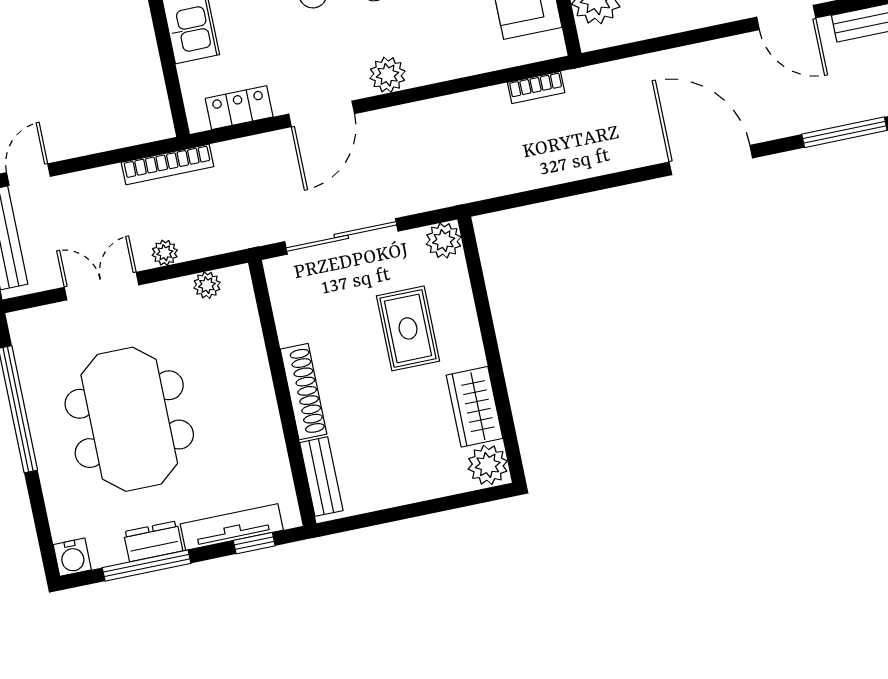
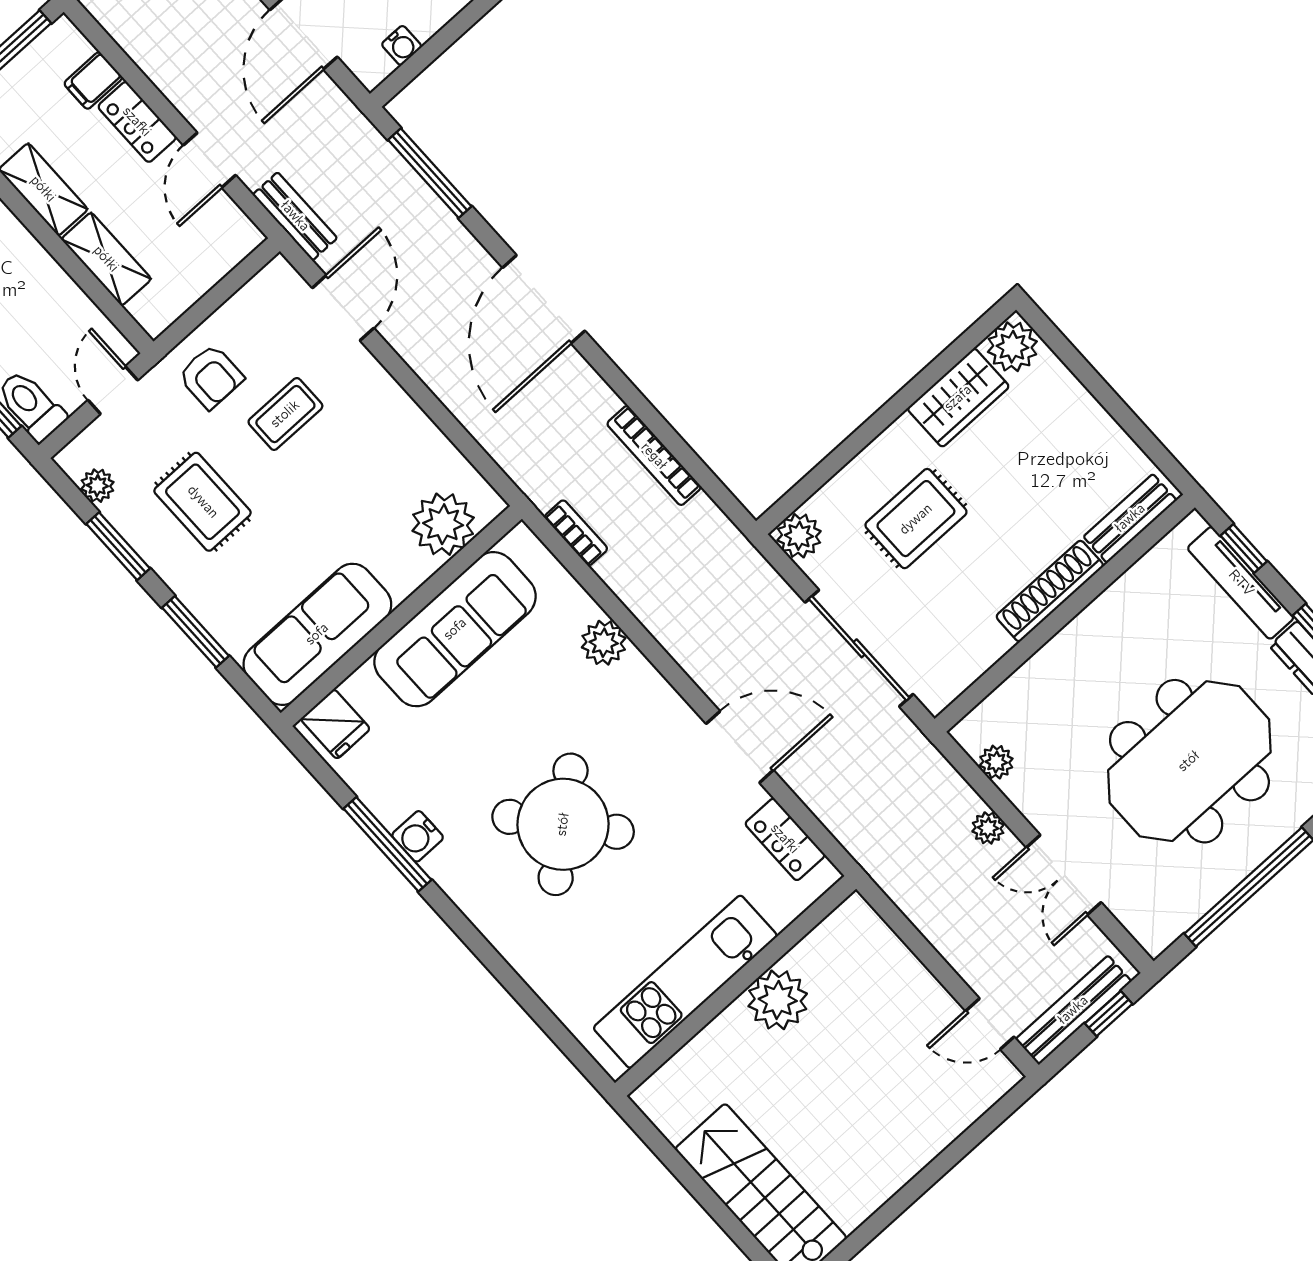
plant: (131, 37) -> (778, 1000), added
plant: (388, 75) -> (604, 643), moved
bookcase: (168, 164) -> (654, 456), moved, turned 180

